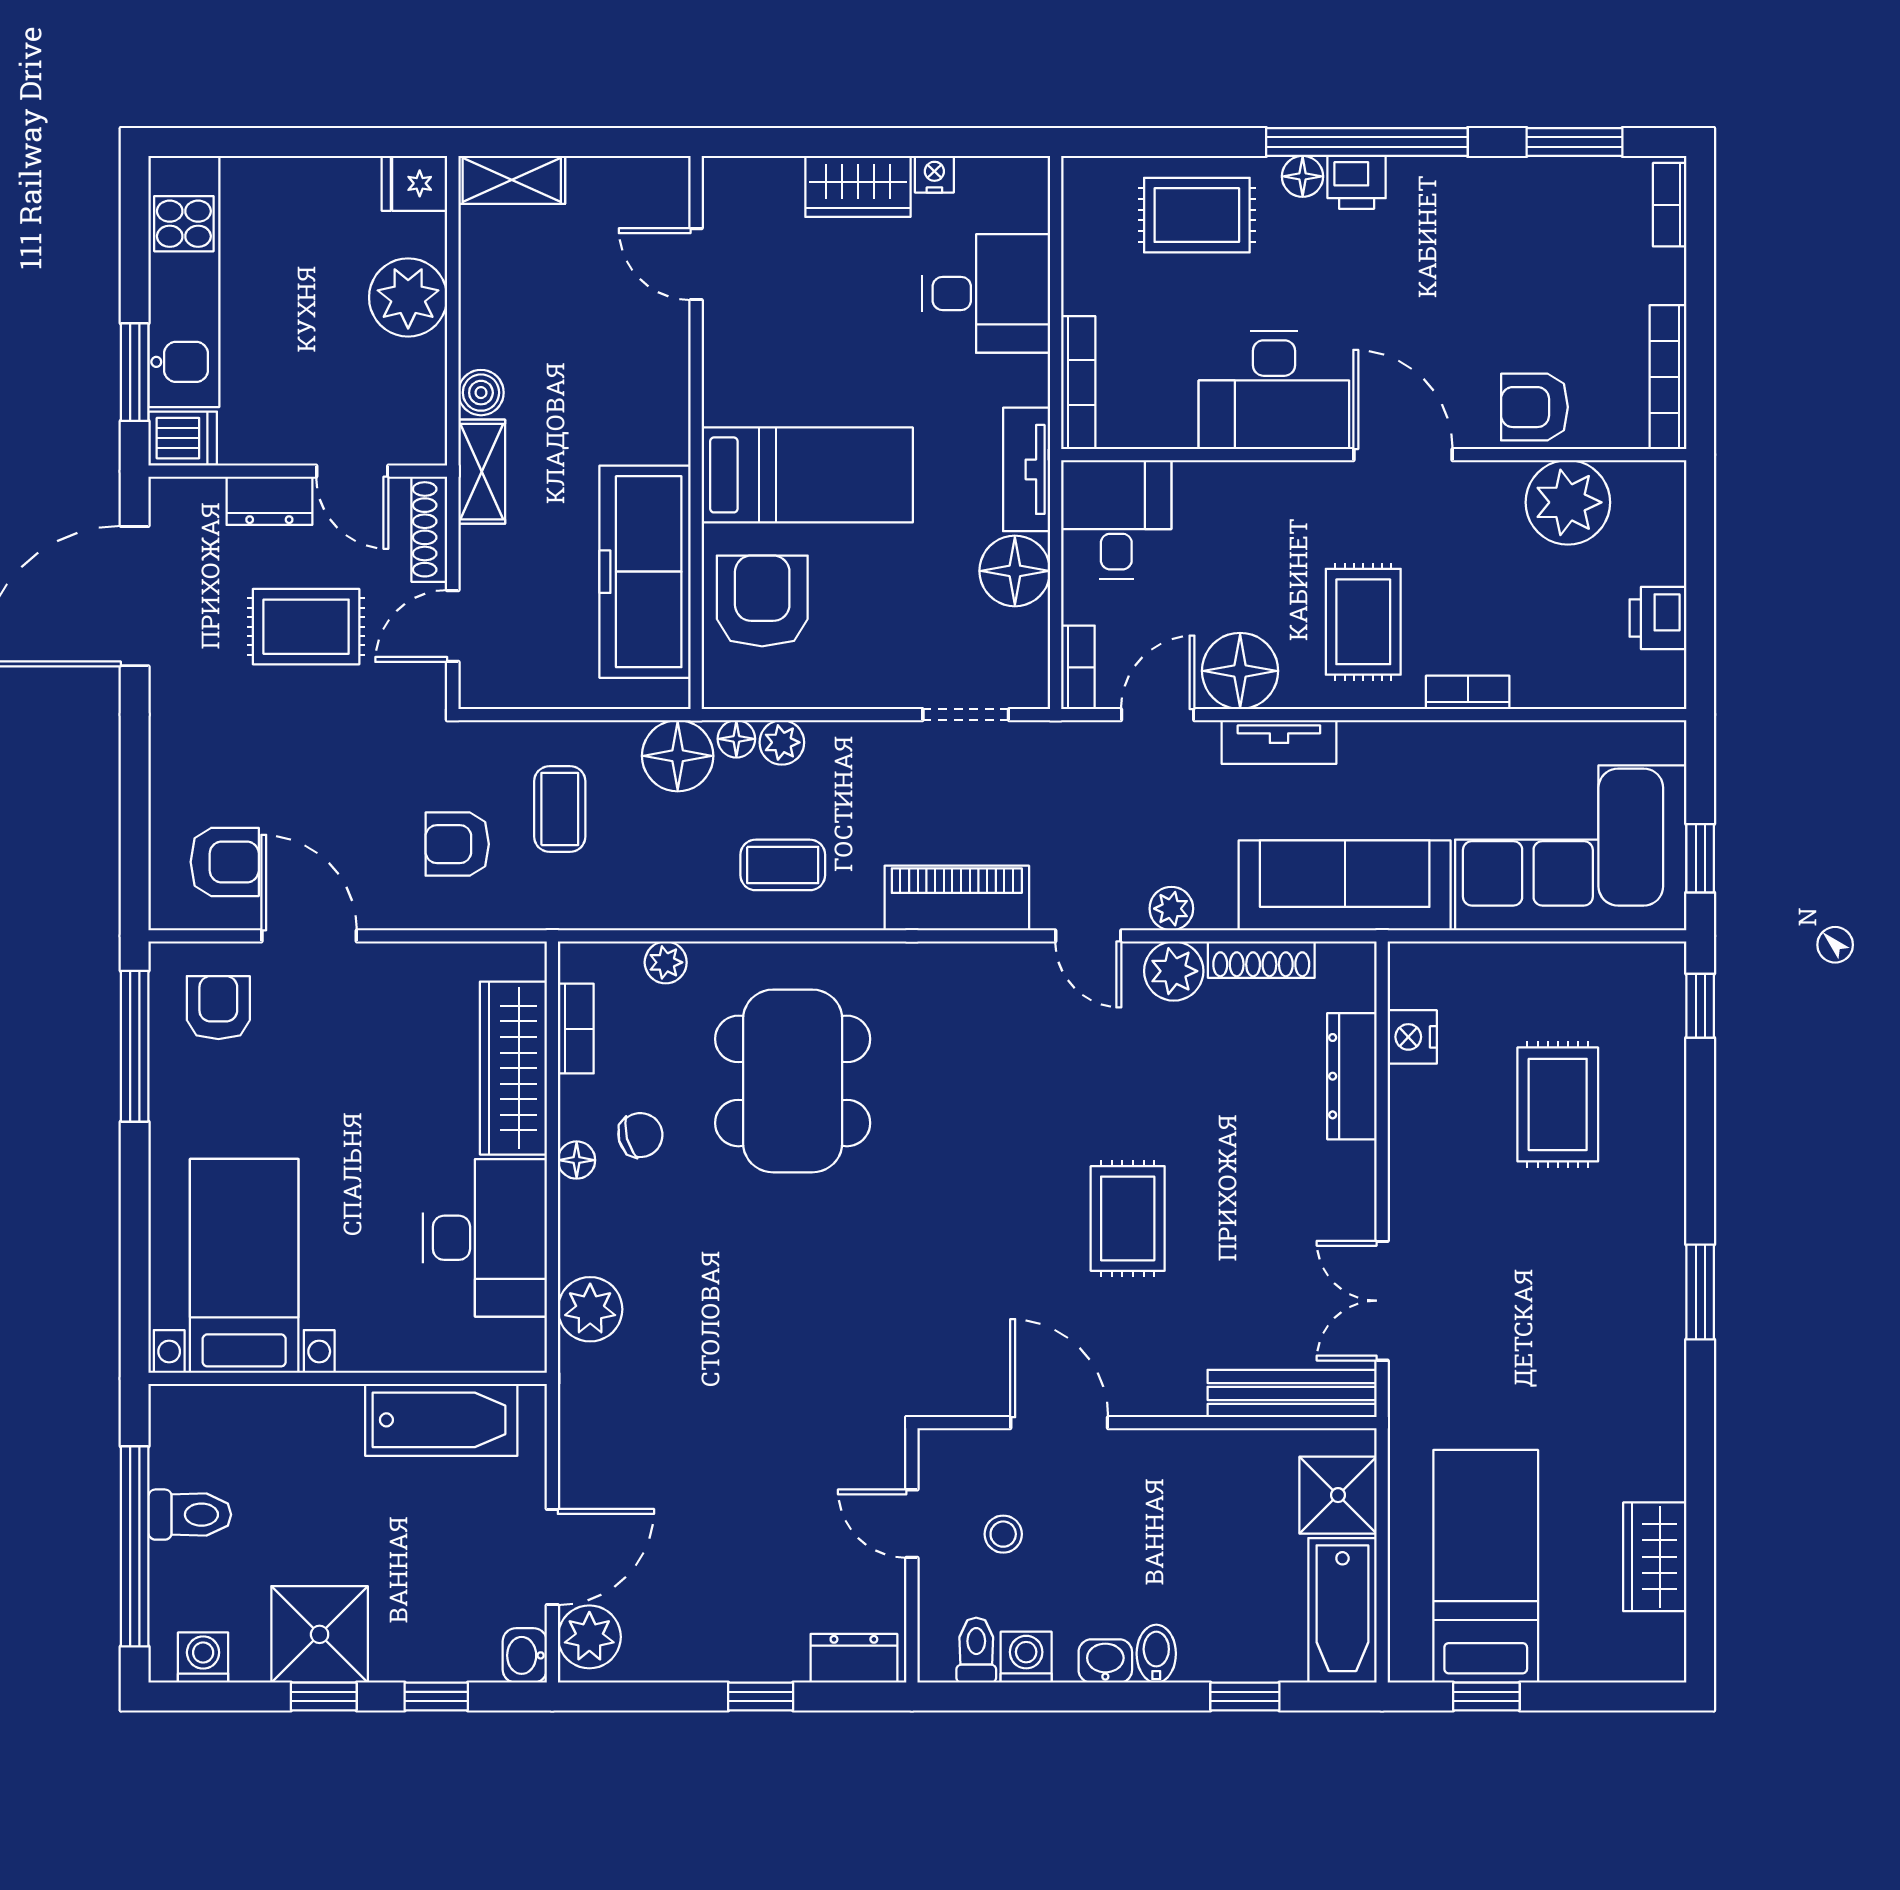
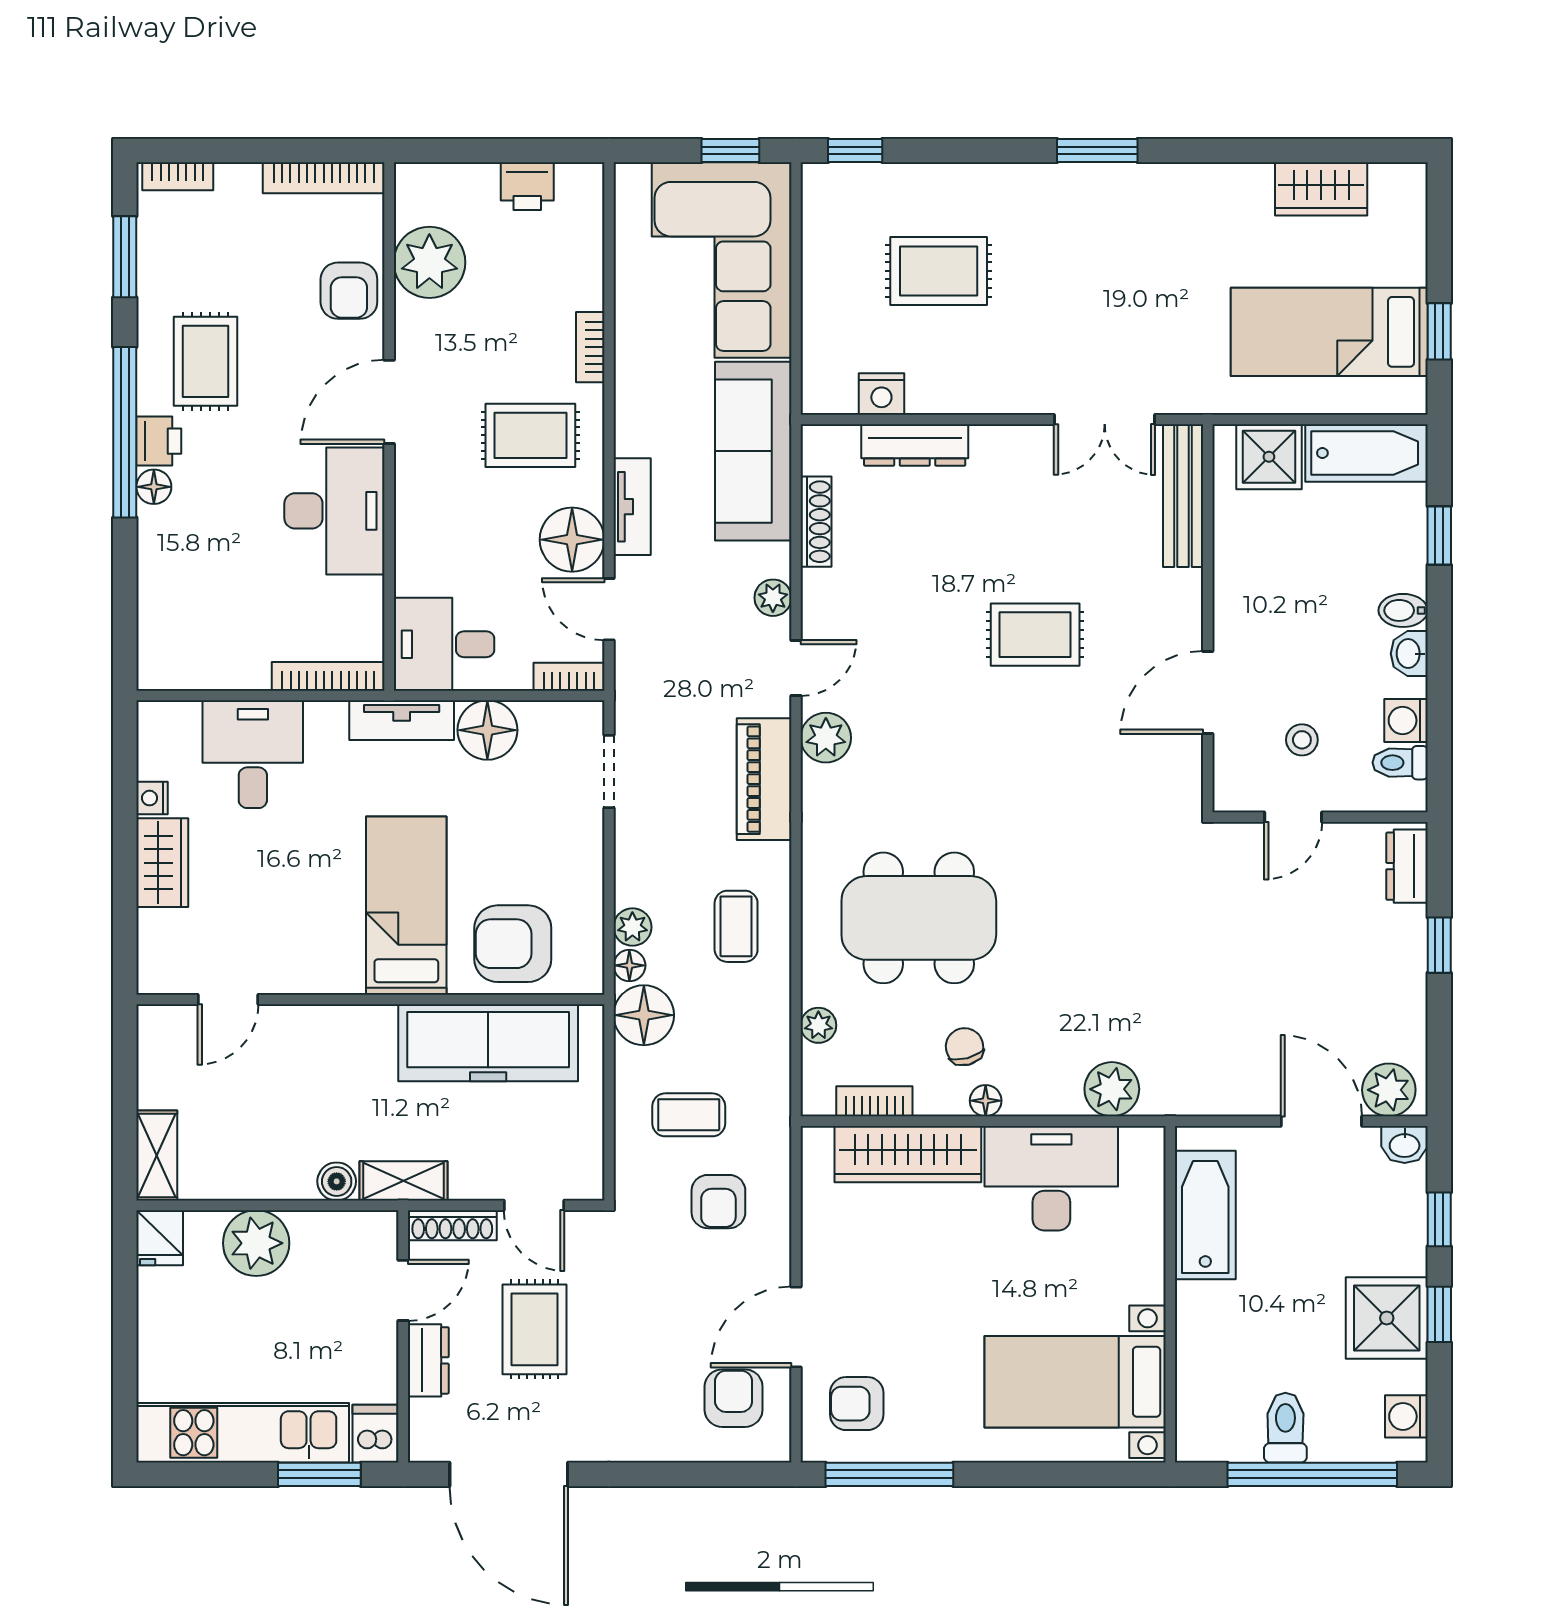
rug: (1197, 215) -> (205, 361), moved
plant: (1174, 971) -> (826, 738), moved

